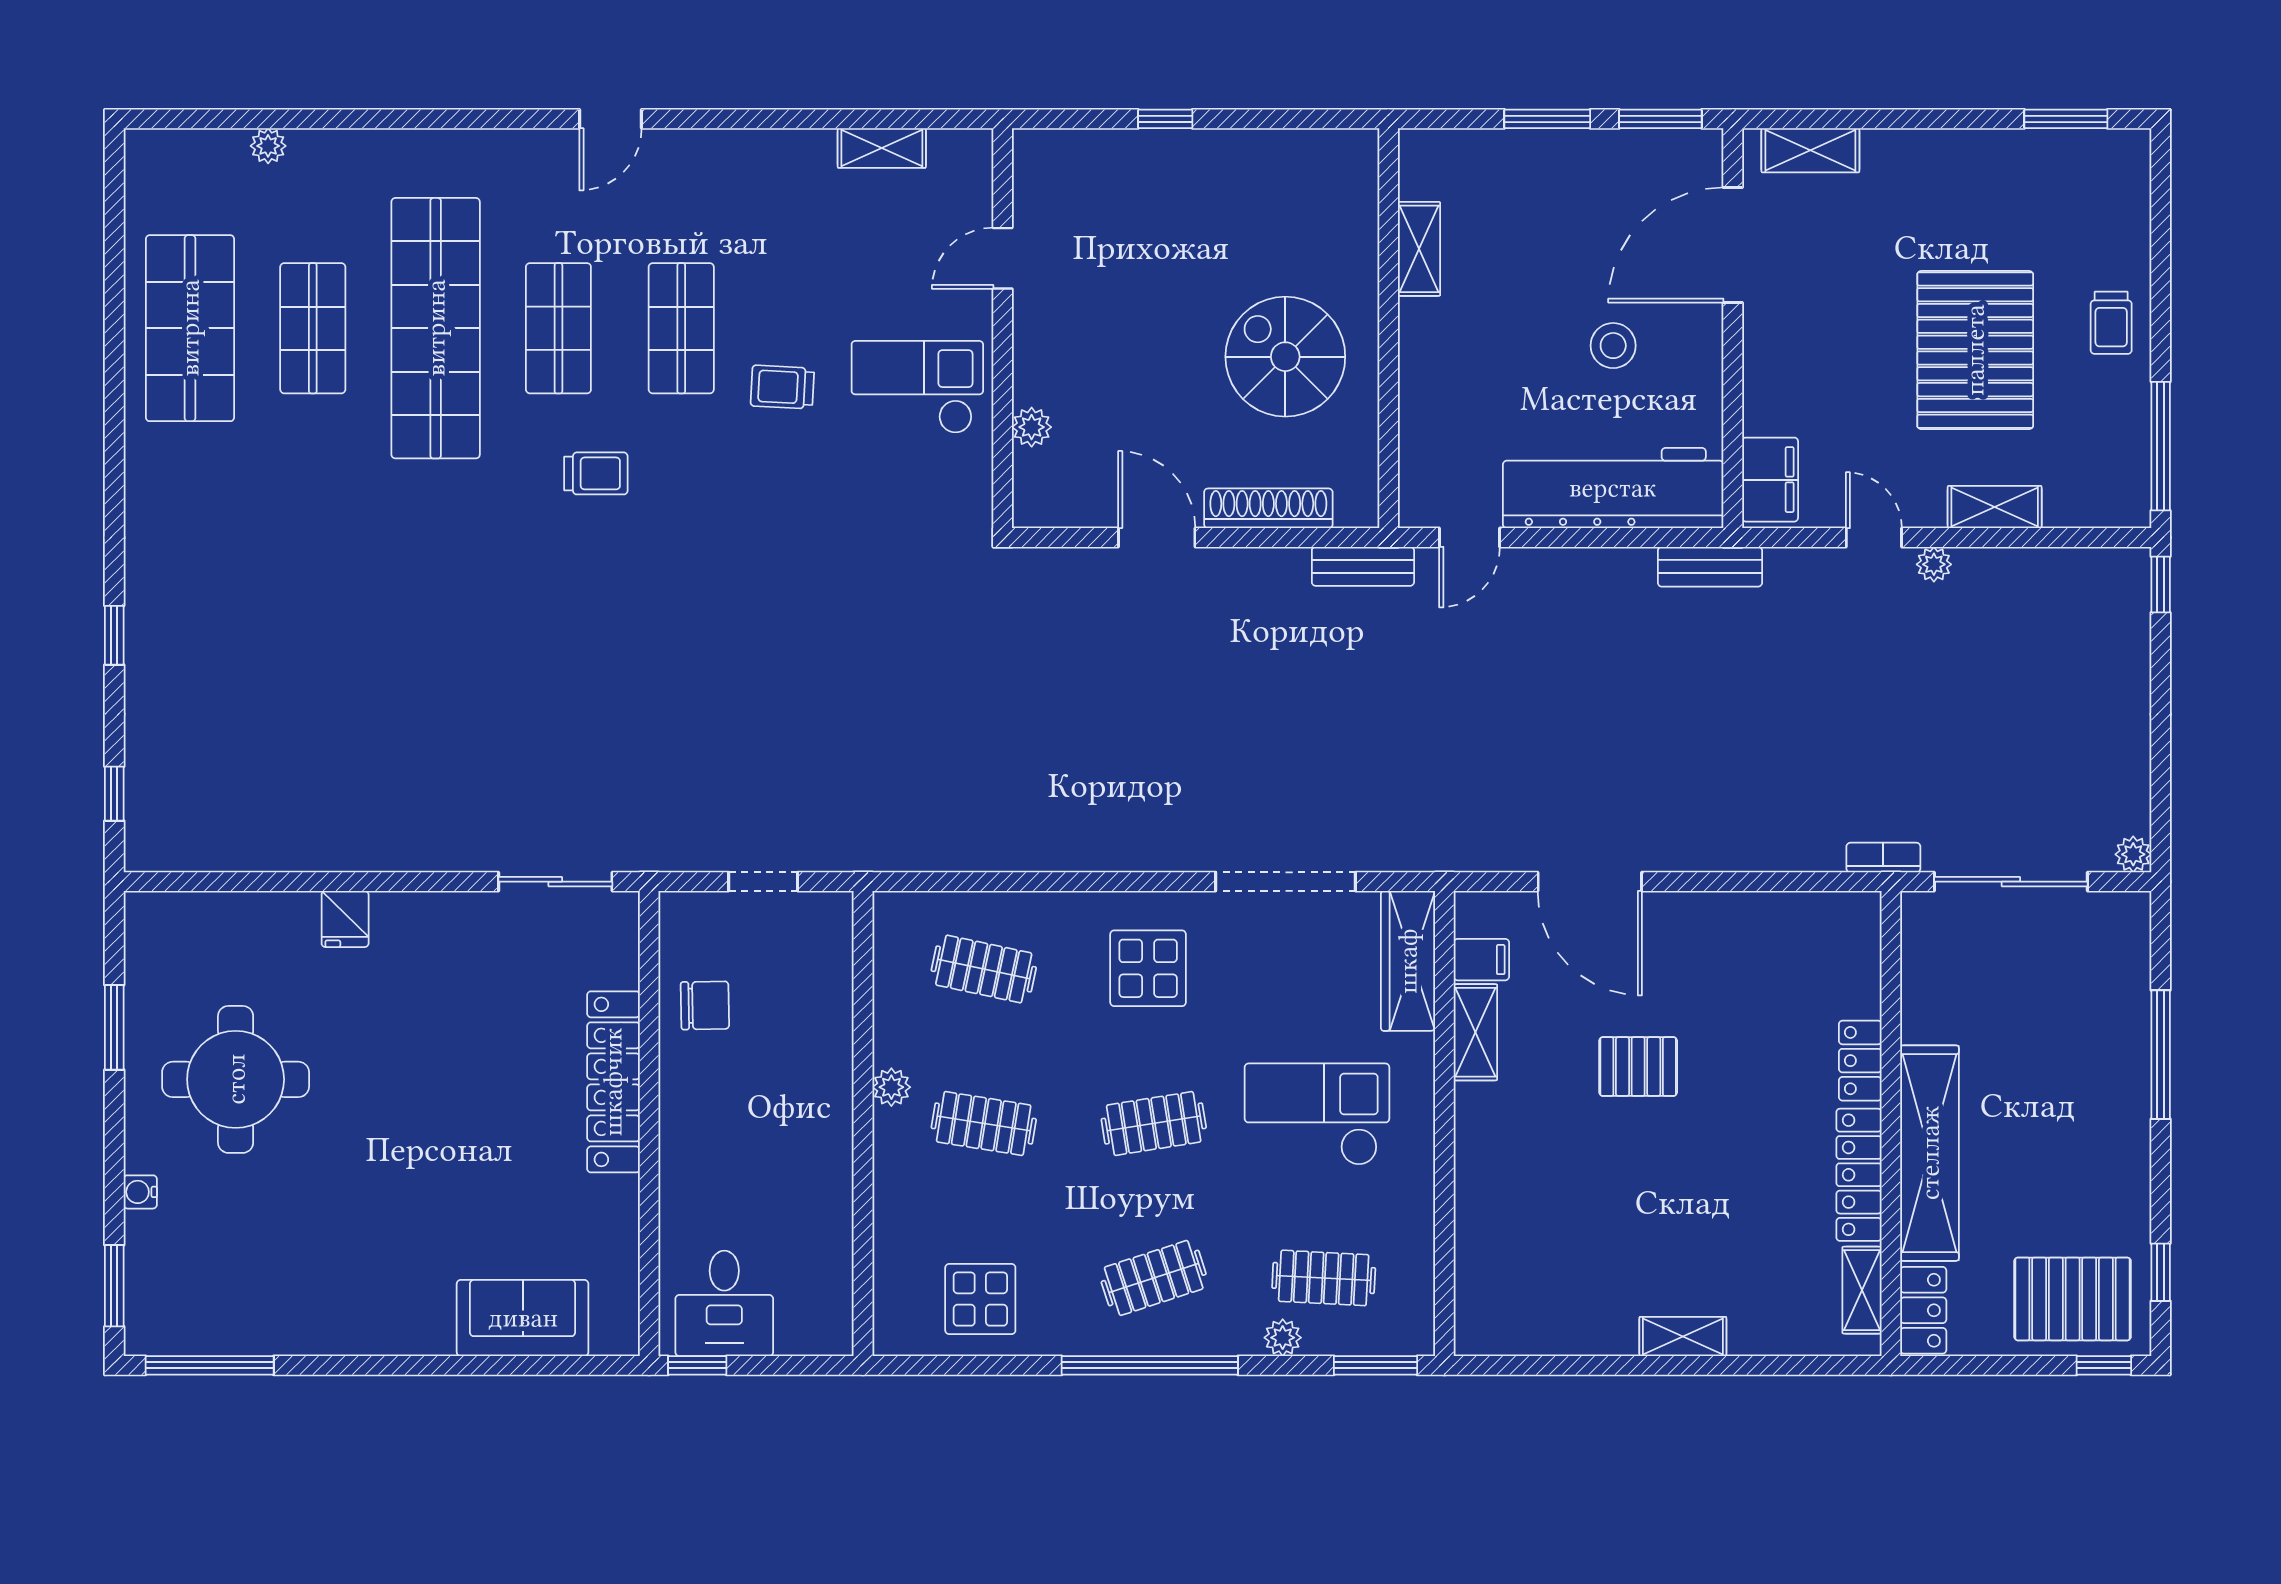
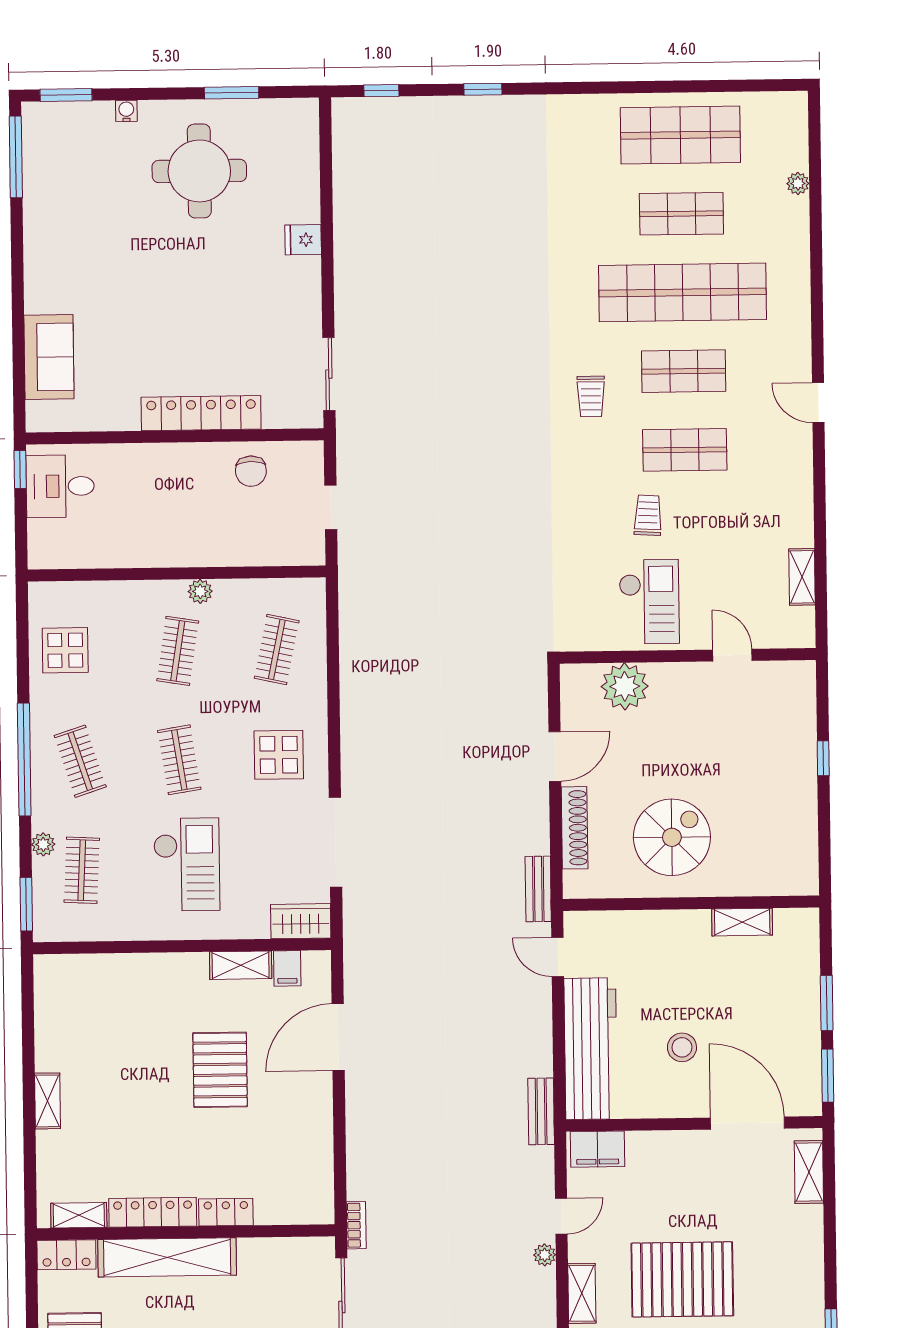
plant: (1032, 427) -> (625, 686), width x1.87, depth x1.87
wardrobe: (1408, 961) -> (301, 921), width x0.67
pallet: (1638, 1067) -> (220, 1070), width x1.50, depth x1.42

